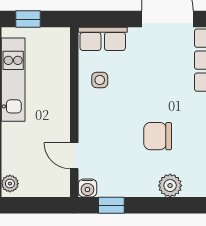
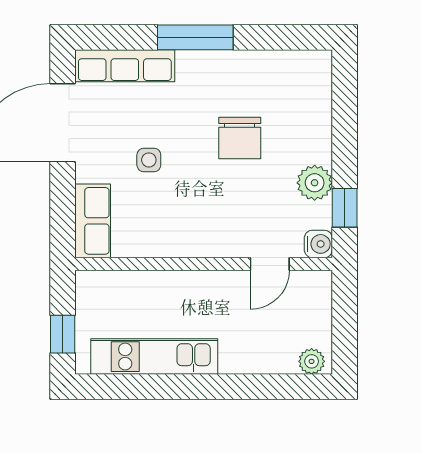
side table: (100, 80) -> (149, 160), moved
plant: (170, 186) -> (315, 183), moved

